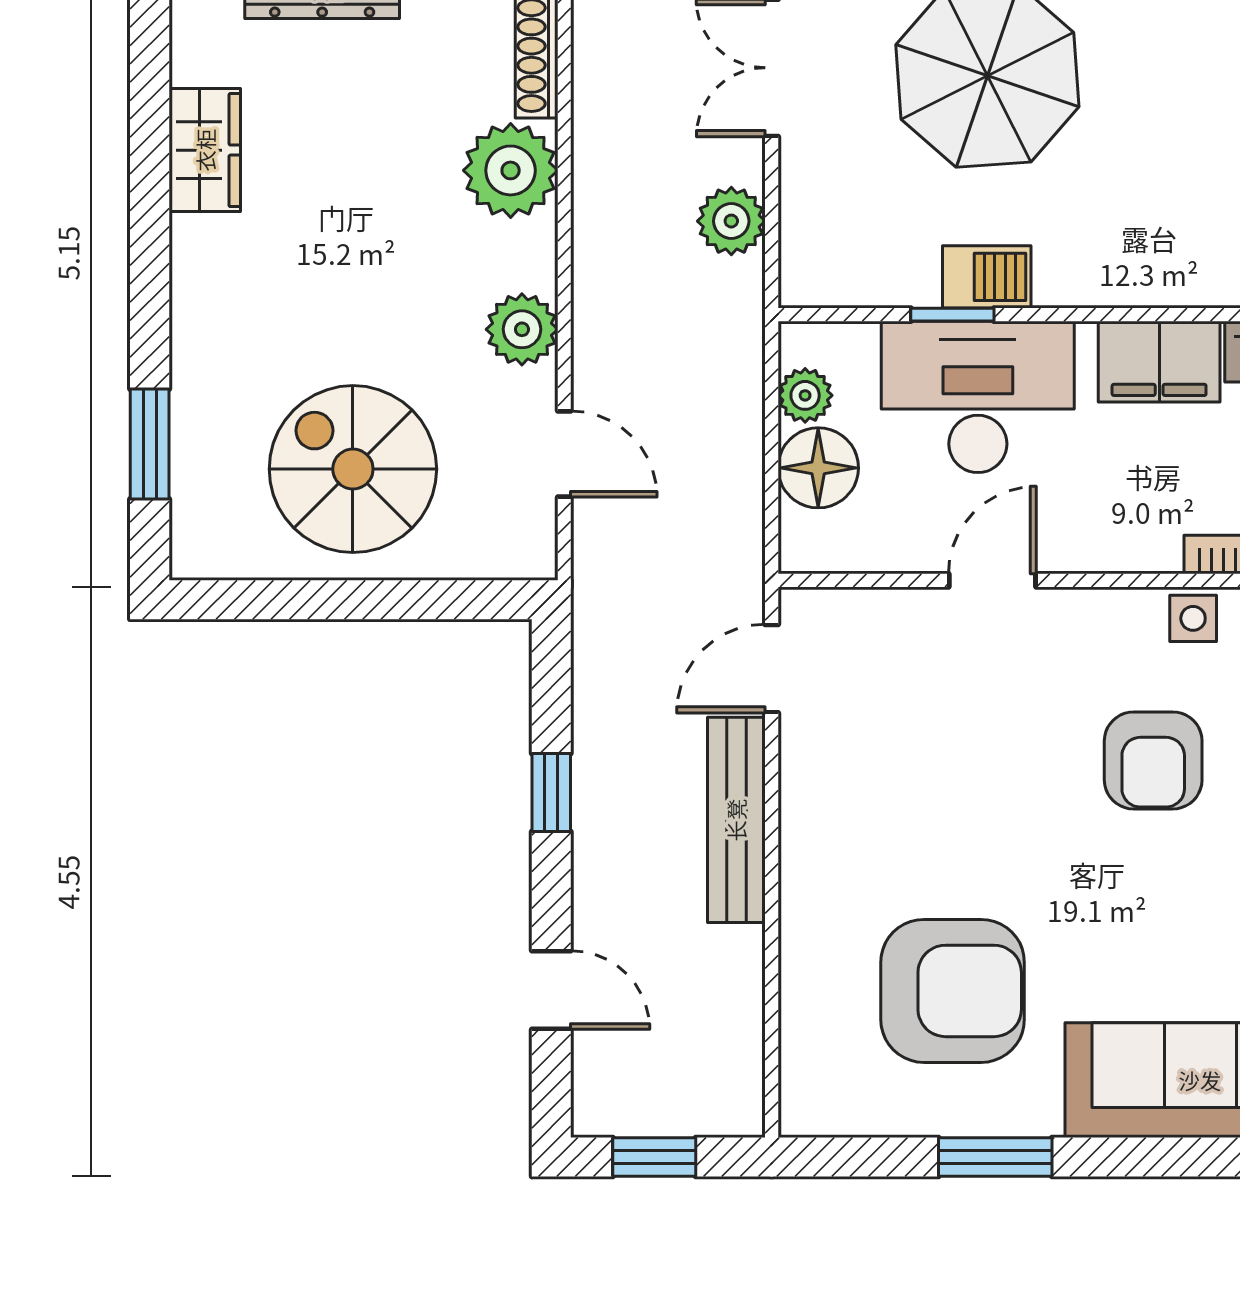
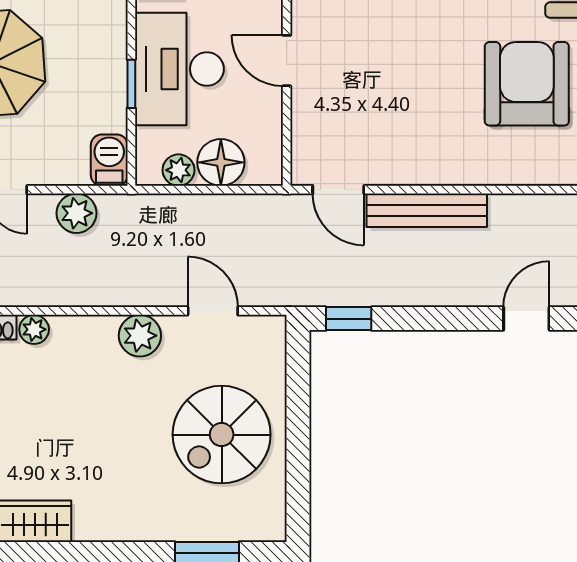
plant: (511, 170) -> (34, 329), width x0.53, depth x0.53
barbecue: (987, 277) -> (109, 160), moved
door: (564, 454) -> (213, 311), hinge flipped
window: (551, 793) -> (349, 319), moved

